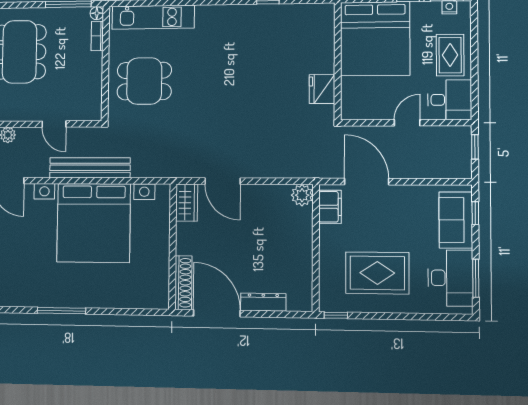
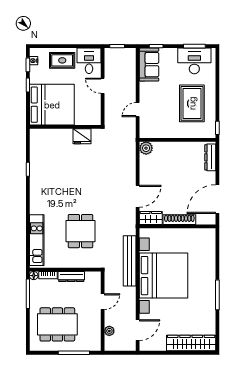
dresser: (94, 73) -> (71, 277), added
dining table: (144, 81) -> (81, 231), moved
bench: (90, 168) -> (130, 261), moved
door: (367, 182) -> (138, 110), width x0.53
filing cabinet: (330, 207) -> (153, 131), removed
sofa: (456, 220) -> (149, 65), moved, turned -90
shoe rack: (183, 283) -> (179, 220), moved
dresser: (263, 302) -> (210, 157), moved

